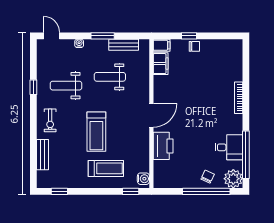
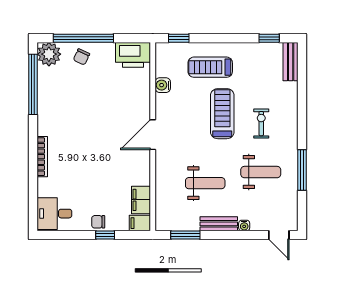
window: (103, 36) -> (185, 235), moved
bench: (124, 45) -> (219, 224), moved
window: (33, 87) -> (302, 170), width x2.17
exercise bike: (50, 120) -> (261, 124), moved
printer: (163, 146) -> (133, 55), moved, turned -90
desk: (229, 147) -> (54, 214), moved
bench: (42, 155) -> (291, 62), moved
water cooler: (143, 179) -> (163, 85), moved

